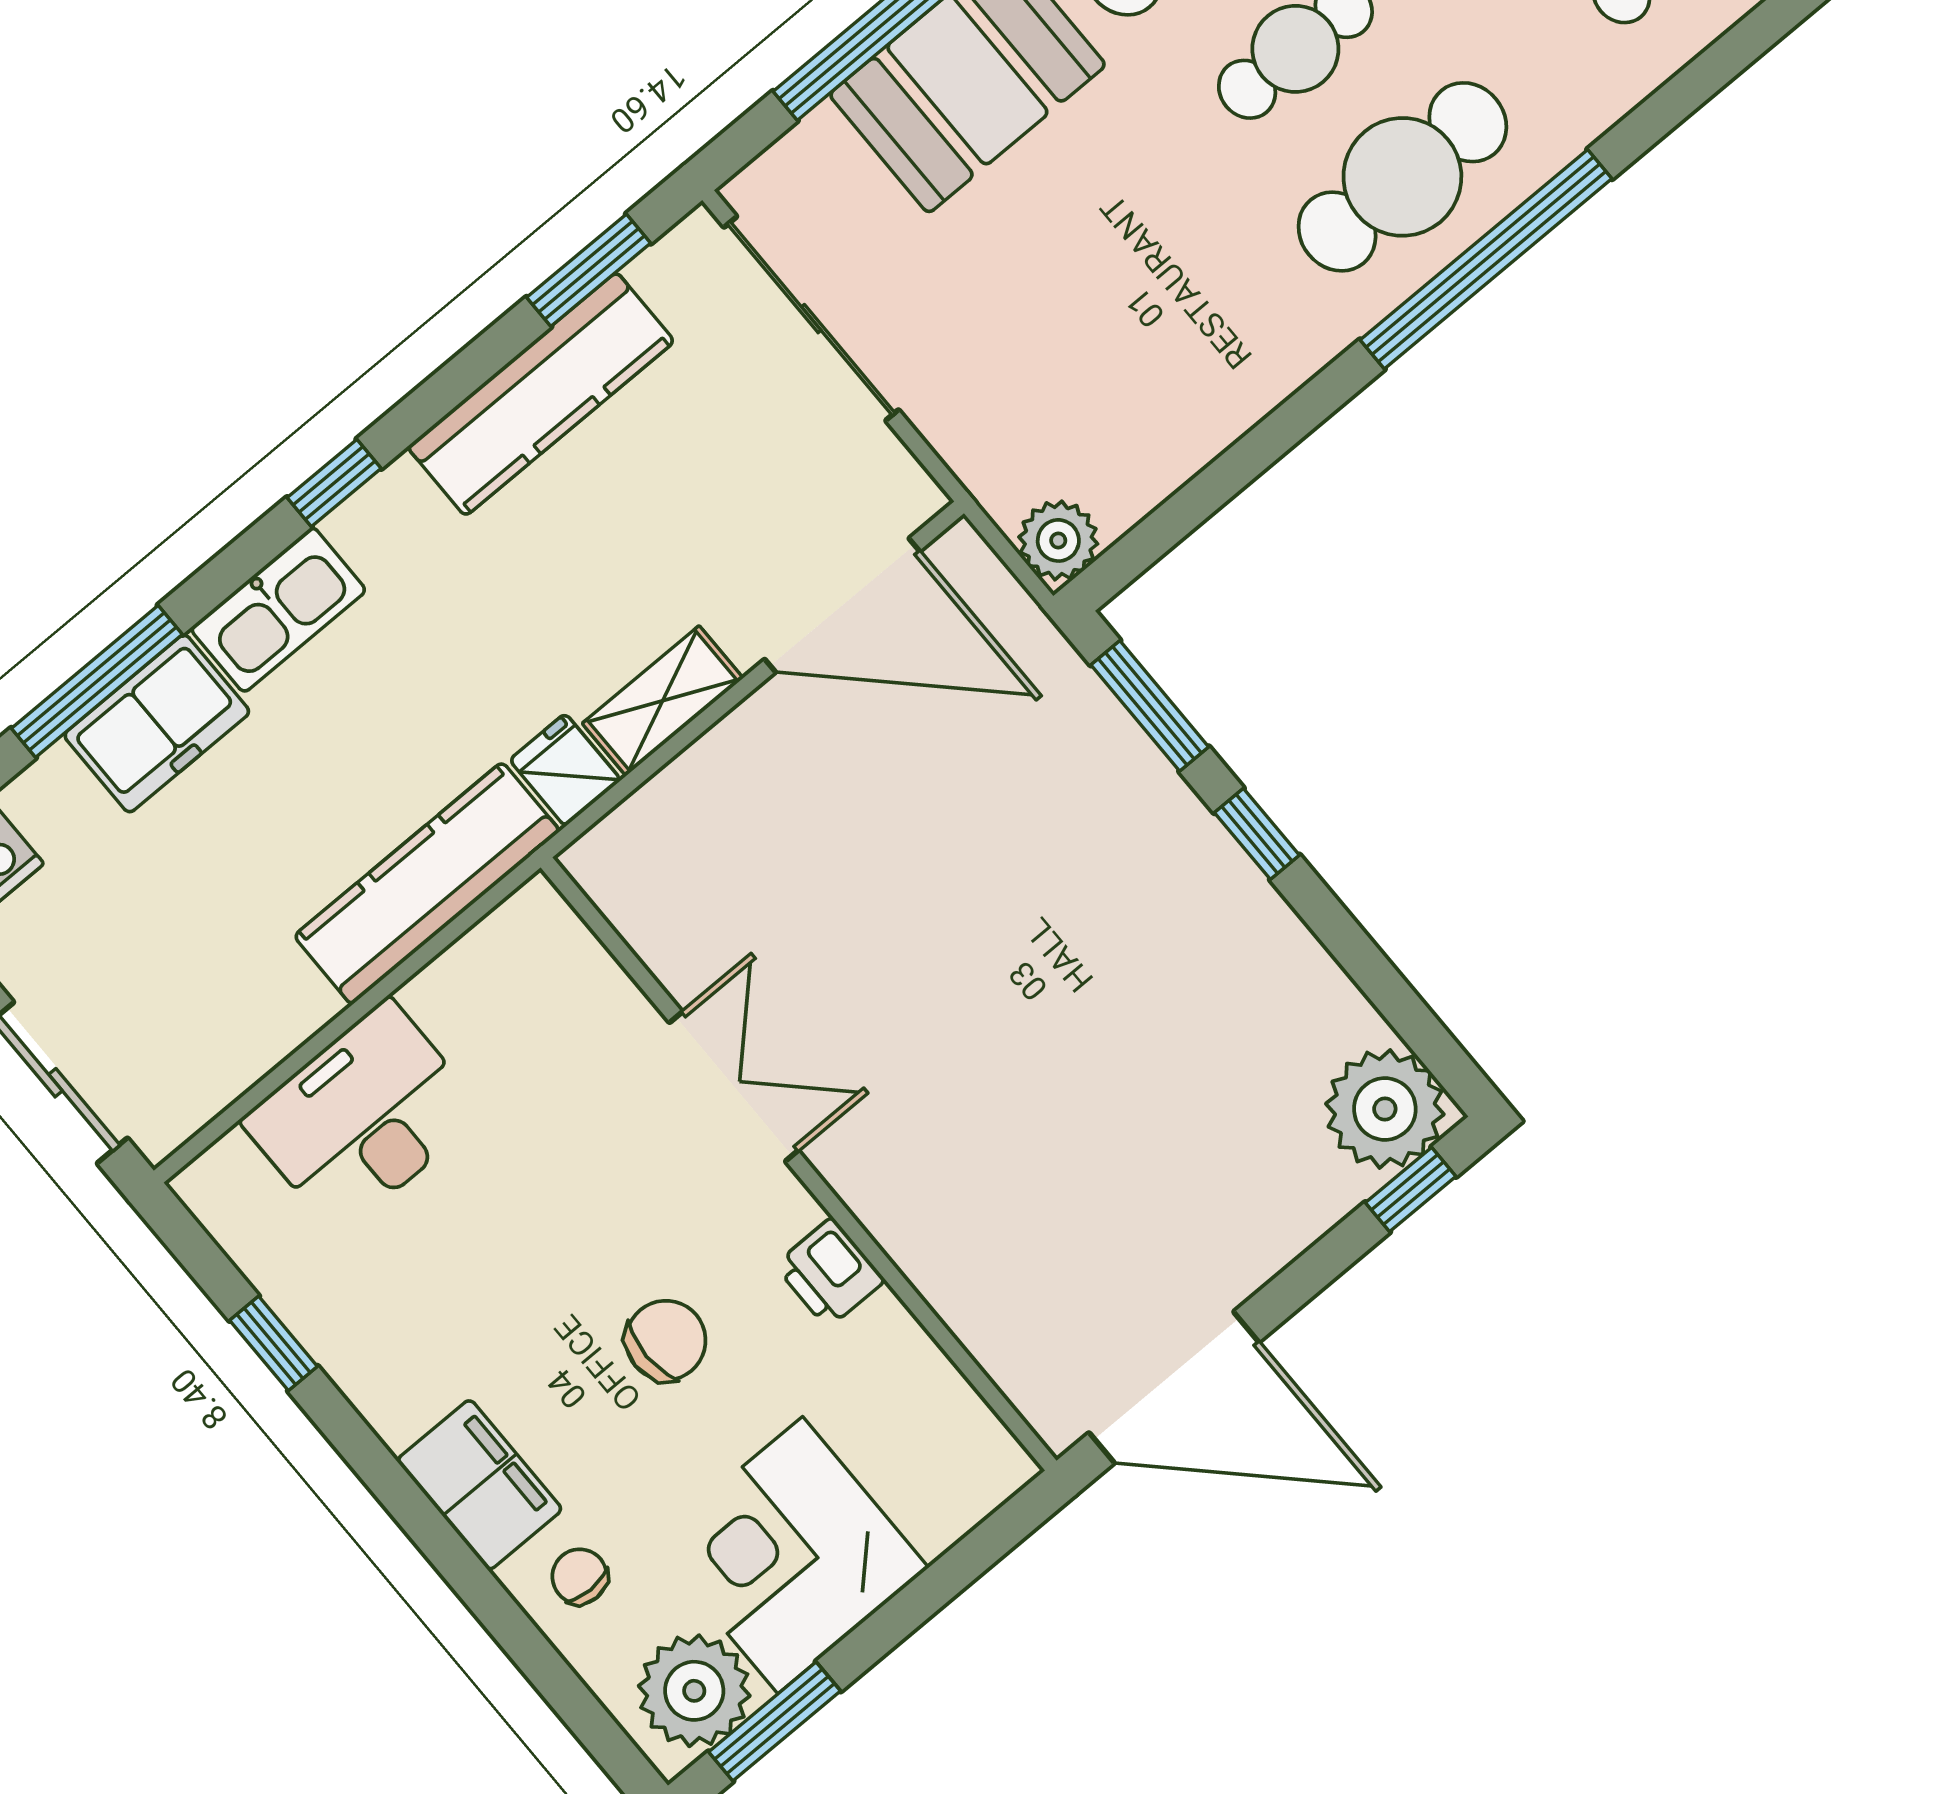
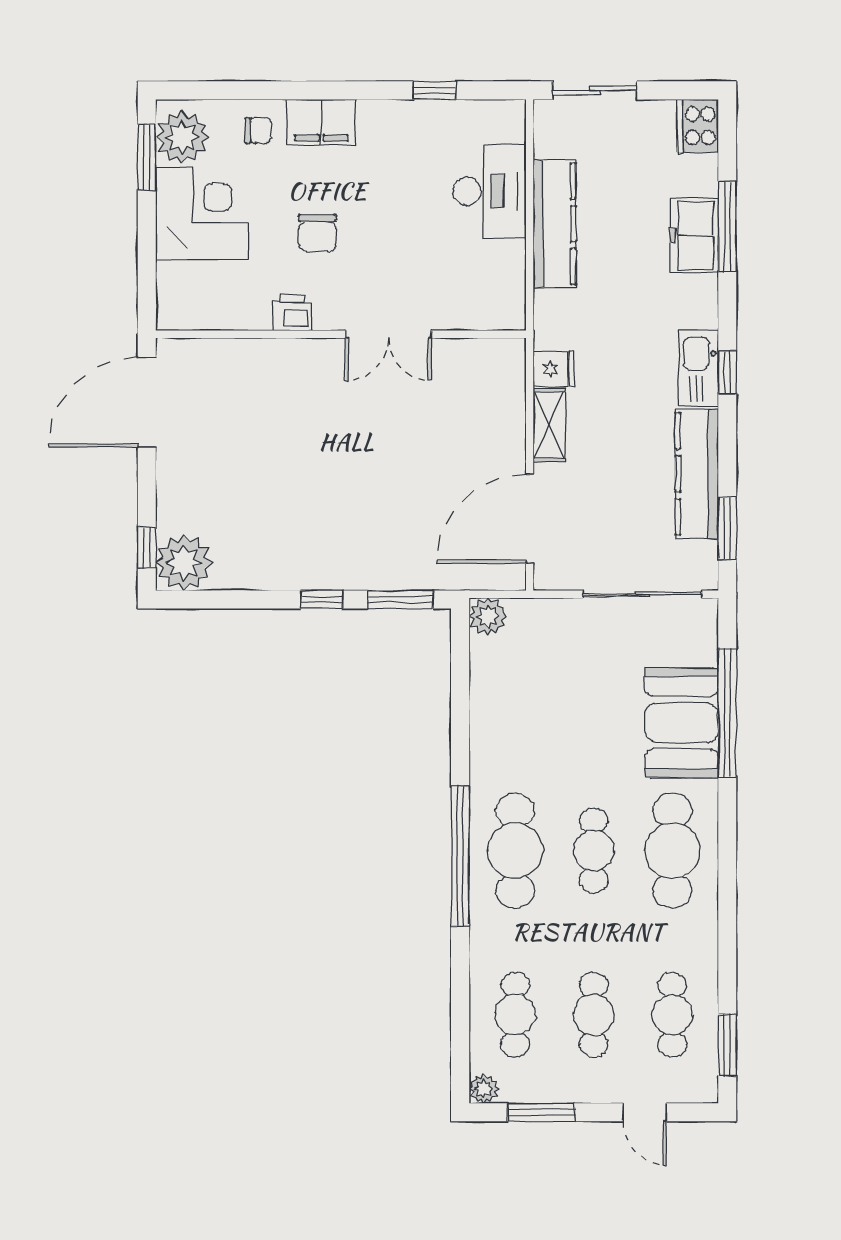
kitchen sink: (278, 610) -> (698, 369), moved
kitchen counter: (427, 883) -> (555, 224), moved

